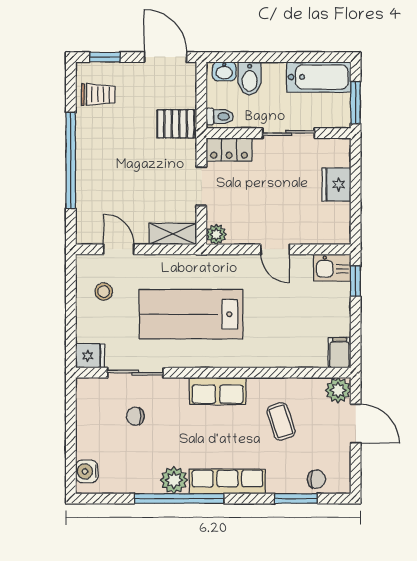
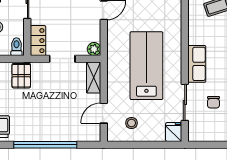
lab bench: (191, 314) -> (146, 66), turned 180
row of seats: (218, 391) -> (197, 64), moved

